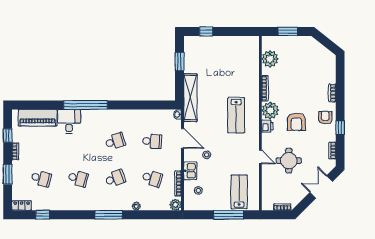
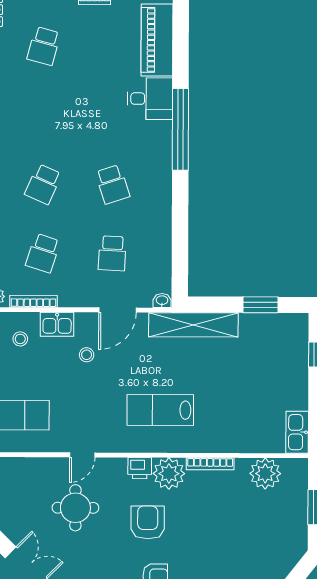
kitchen sink: (248, 42) -> (297, 432), added
armchair: (296, 122) -> (148, 522), turned 90
school desk: (78, 178) -> (43, 115), removed
school desk: (115, 178) -> (43, 184), turned 45

